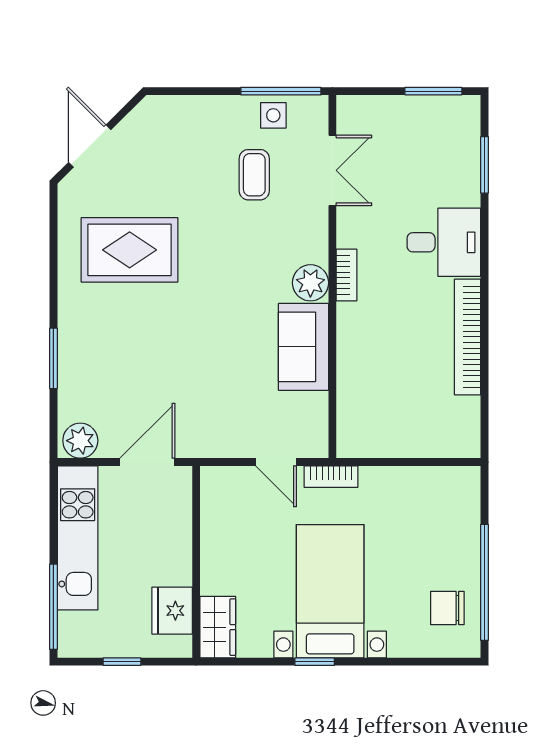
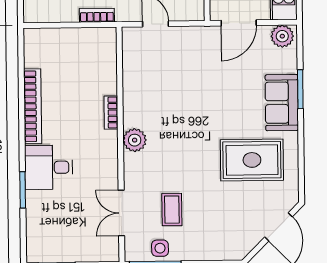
window: (485, 165) -> (23, 190), moved
bookcase: (347, 275) -> (111, 113), moved
sofa: (303, 347) -> (282, 103), moved, turned 180
bookcase: (331, 477) -> (97, 15), moved

